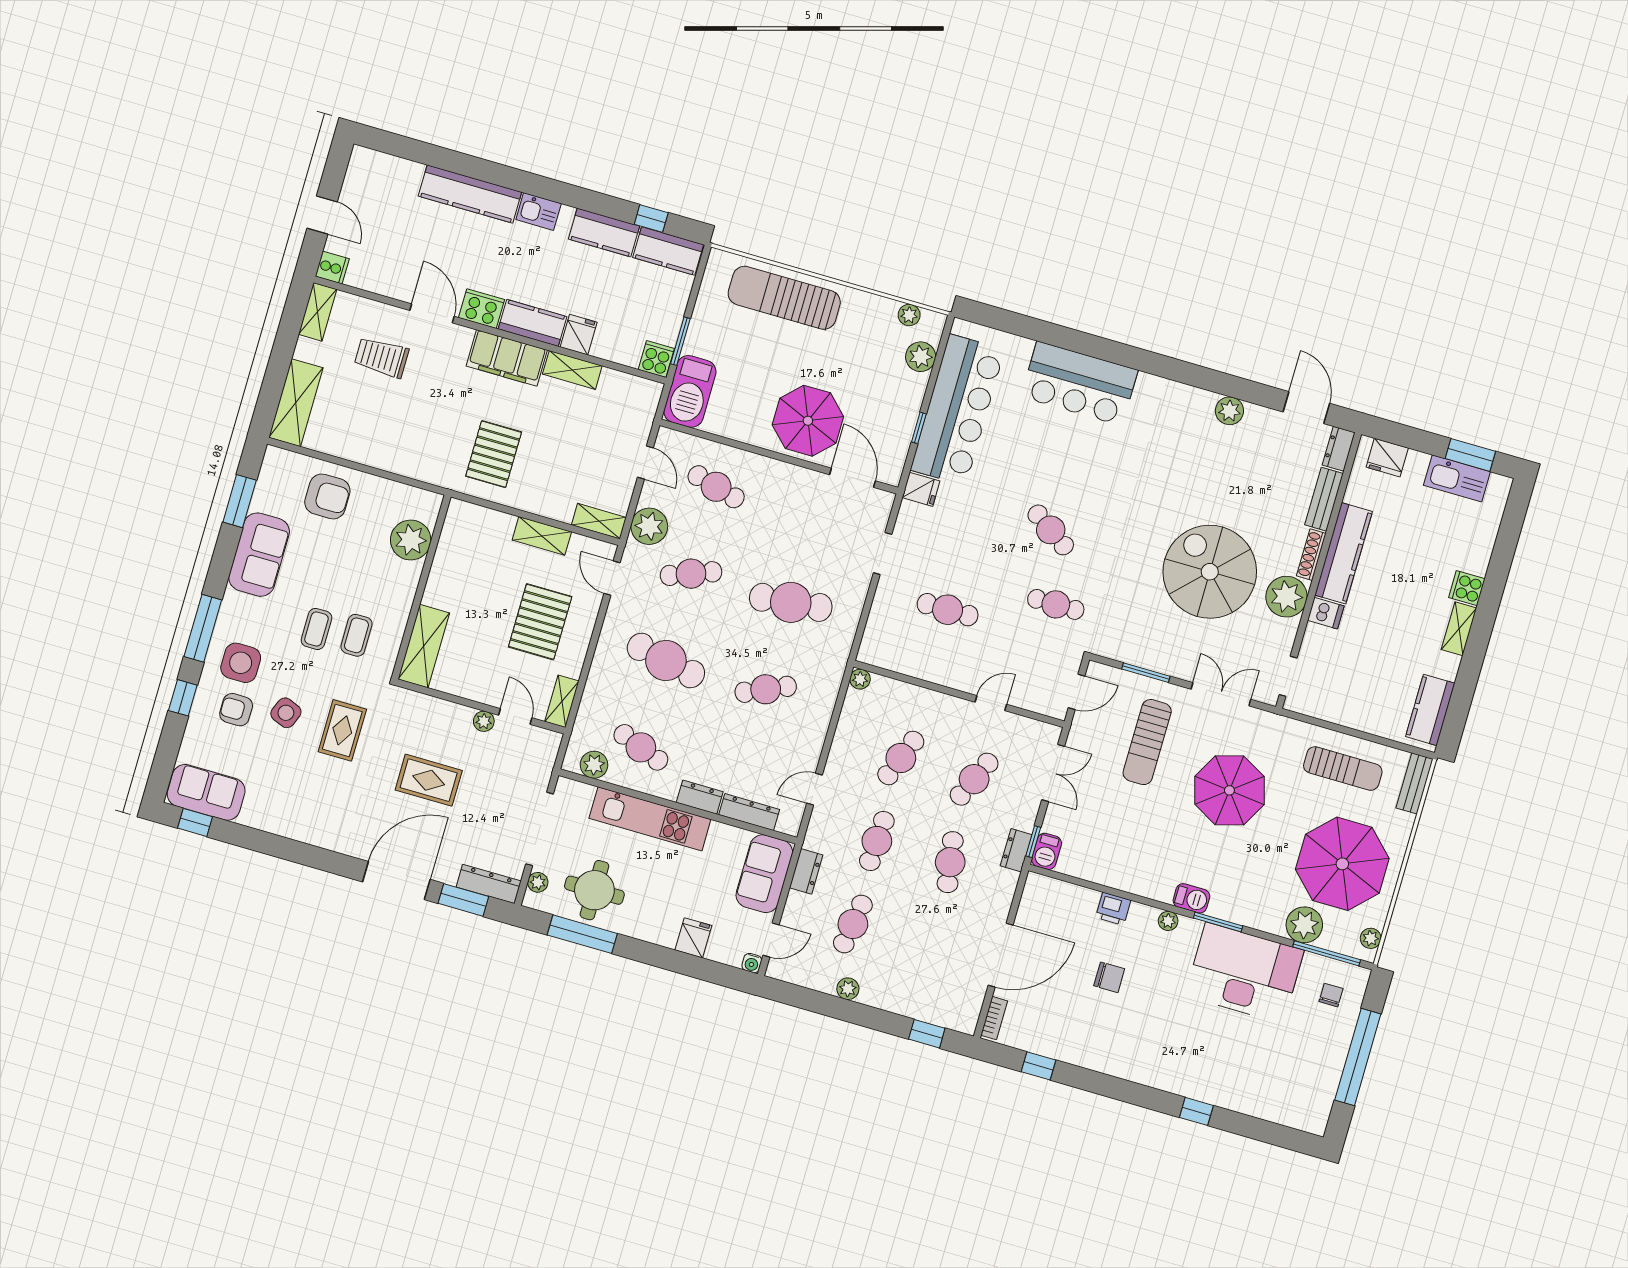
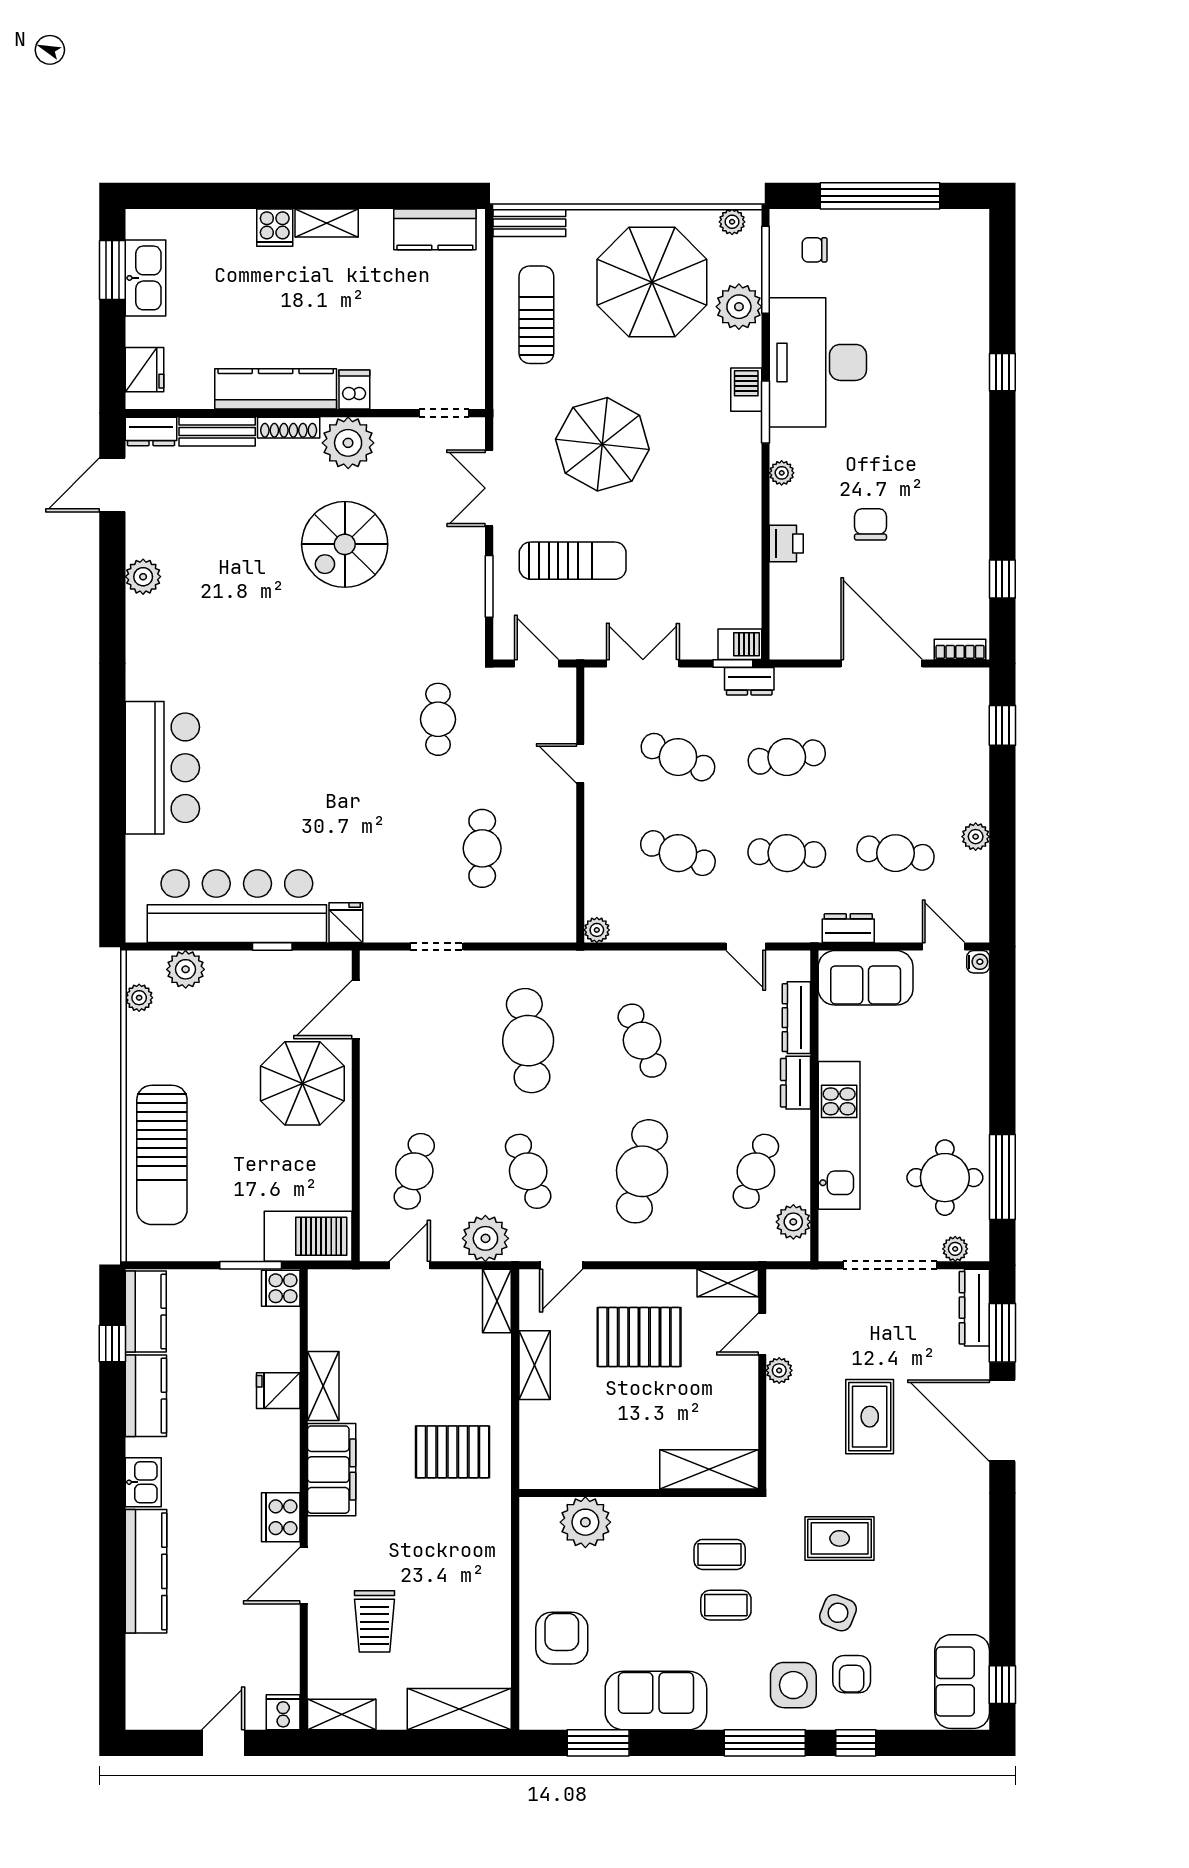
kitchen counter: (532, 323) -> (280, 1451), removed
cafe table: (1051, 530) -> (350, 751), removed
spiral stairs: (1210, 572) -> (345, 544), width x0.73, depth x0.73
barbecue: (1191, 898) -> (746, 390), moved
fridge: (693, 938) -> (968, 1041), removed

